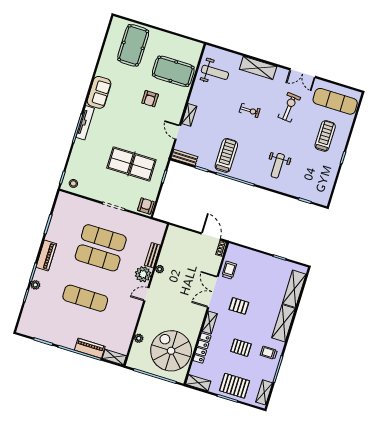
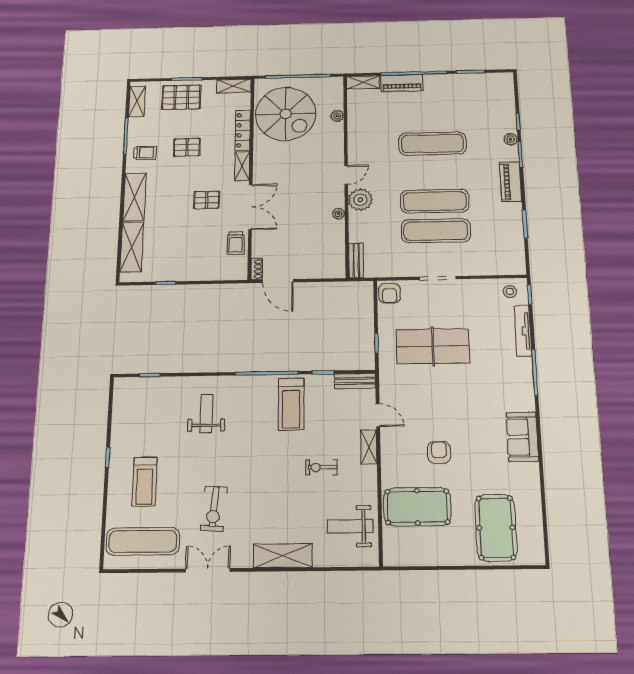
exercise bike: (250, 110) -> (321, 467), moved
tv unit: (85, 123) -> (523, 331), moved
bench: (152, 255) -> (356, 260), moved

